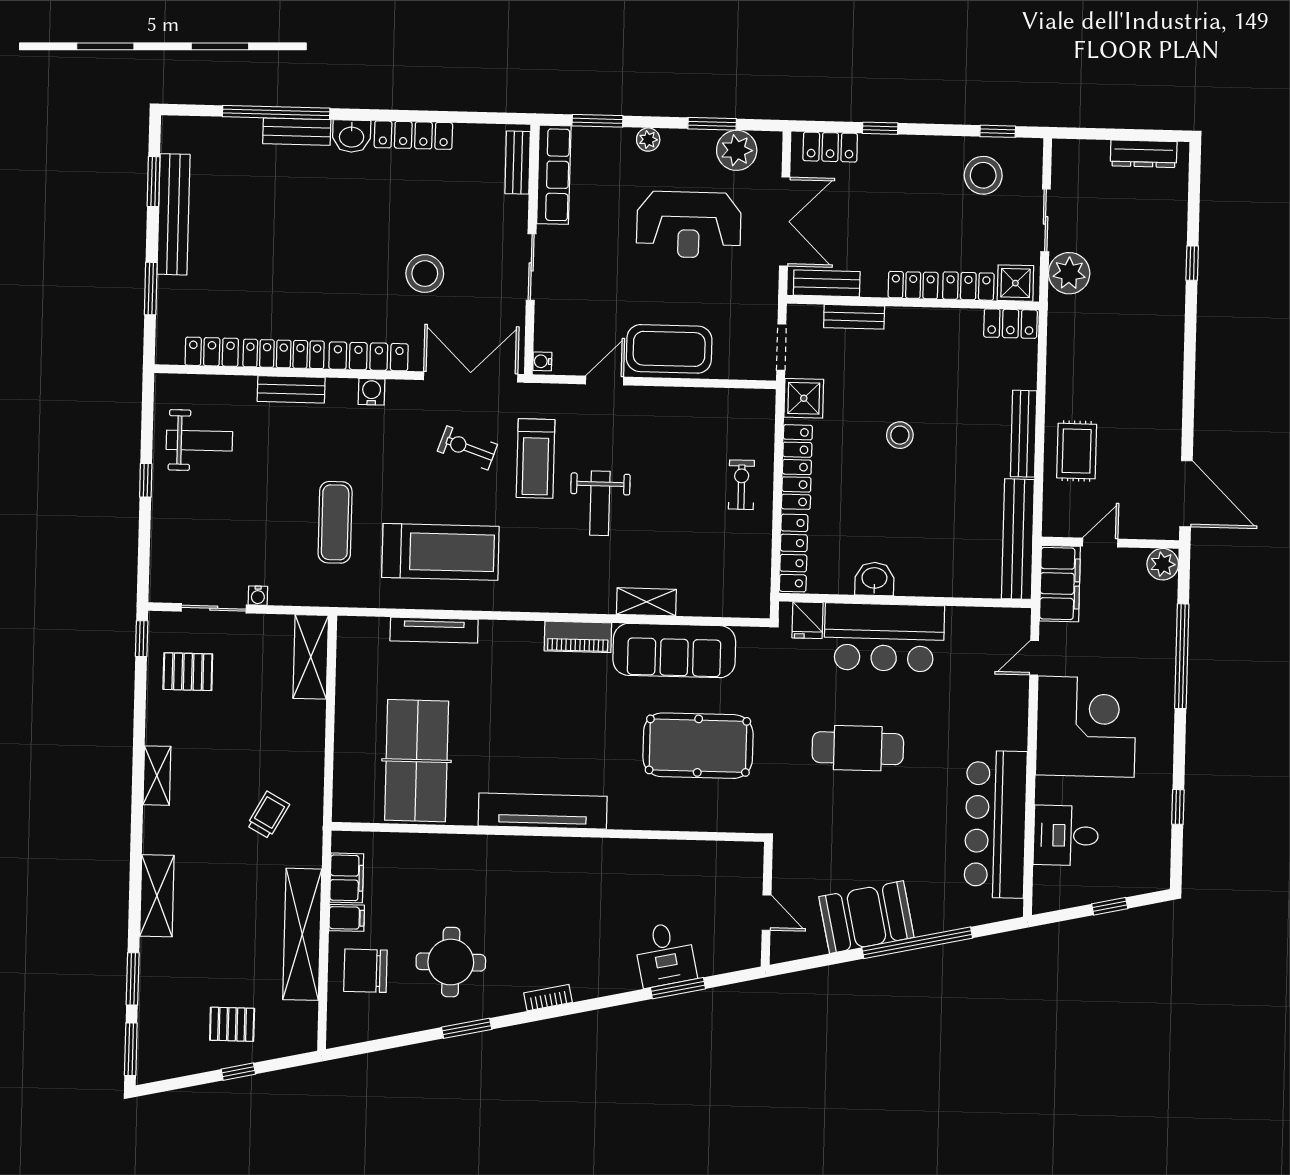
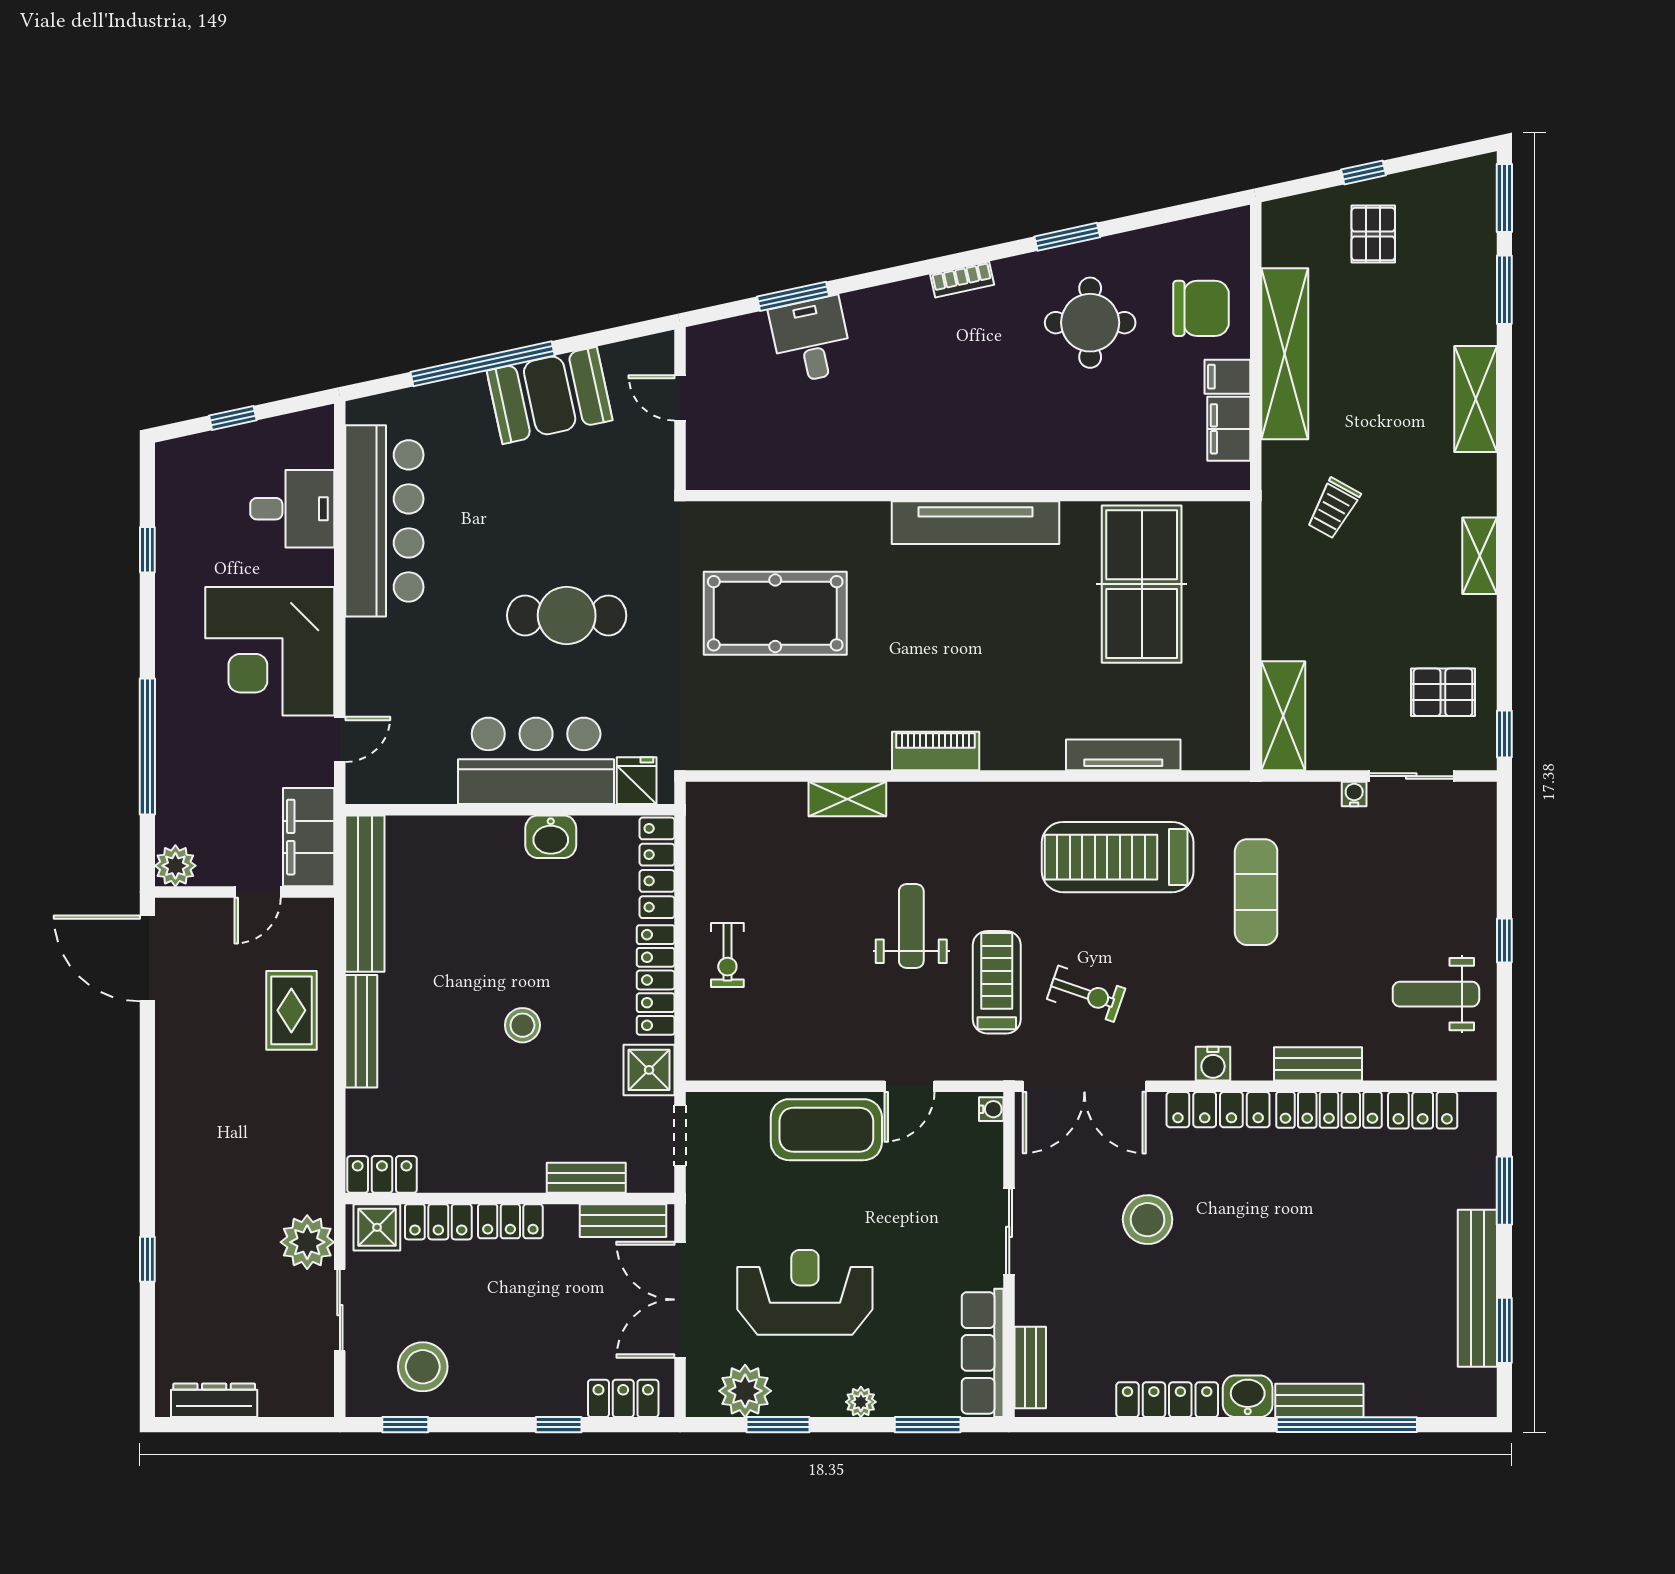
sofa: (674, 651) -> (809, 737), removed
pallet: (232, 1024) -> (1373, 234), turned 90

